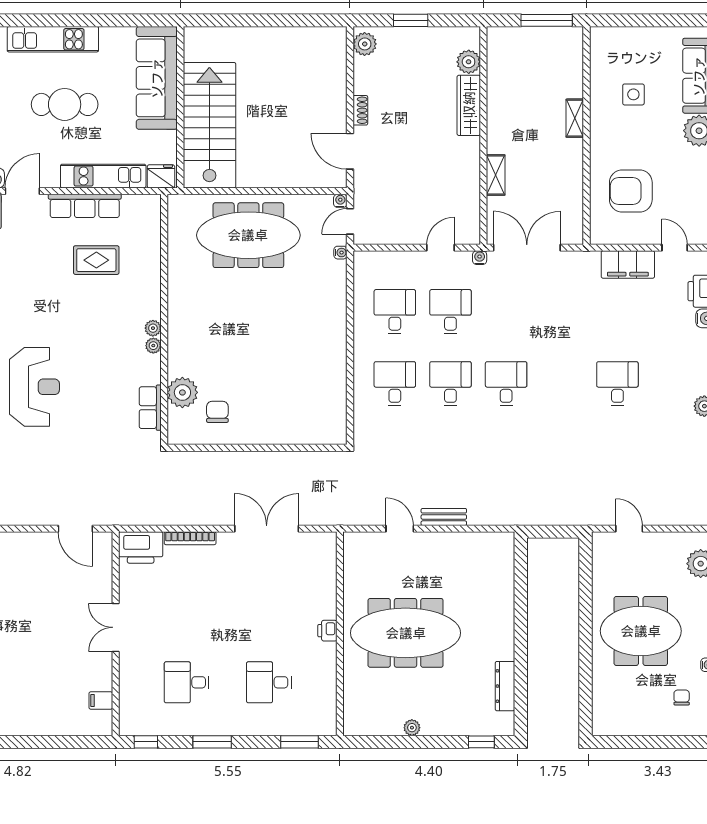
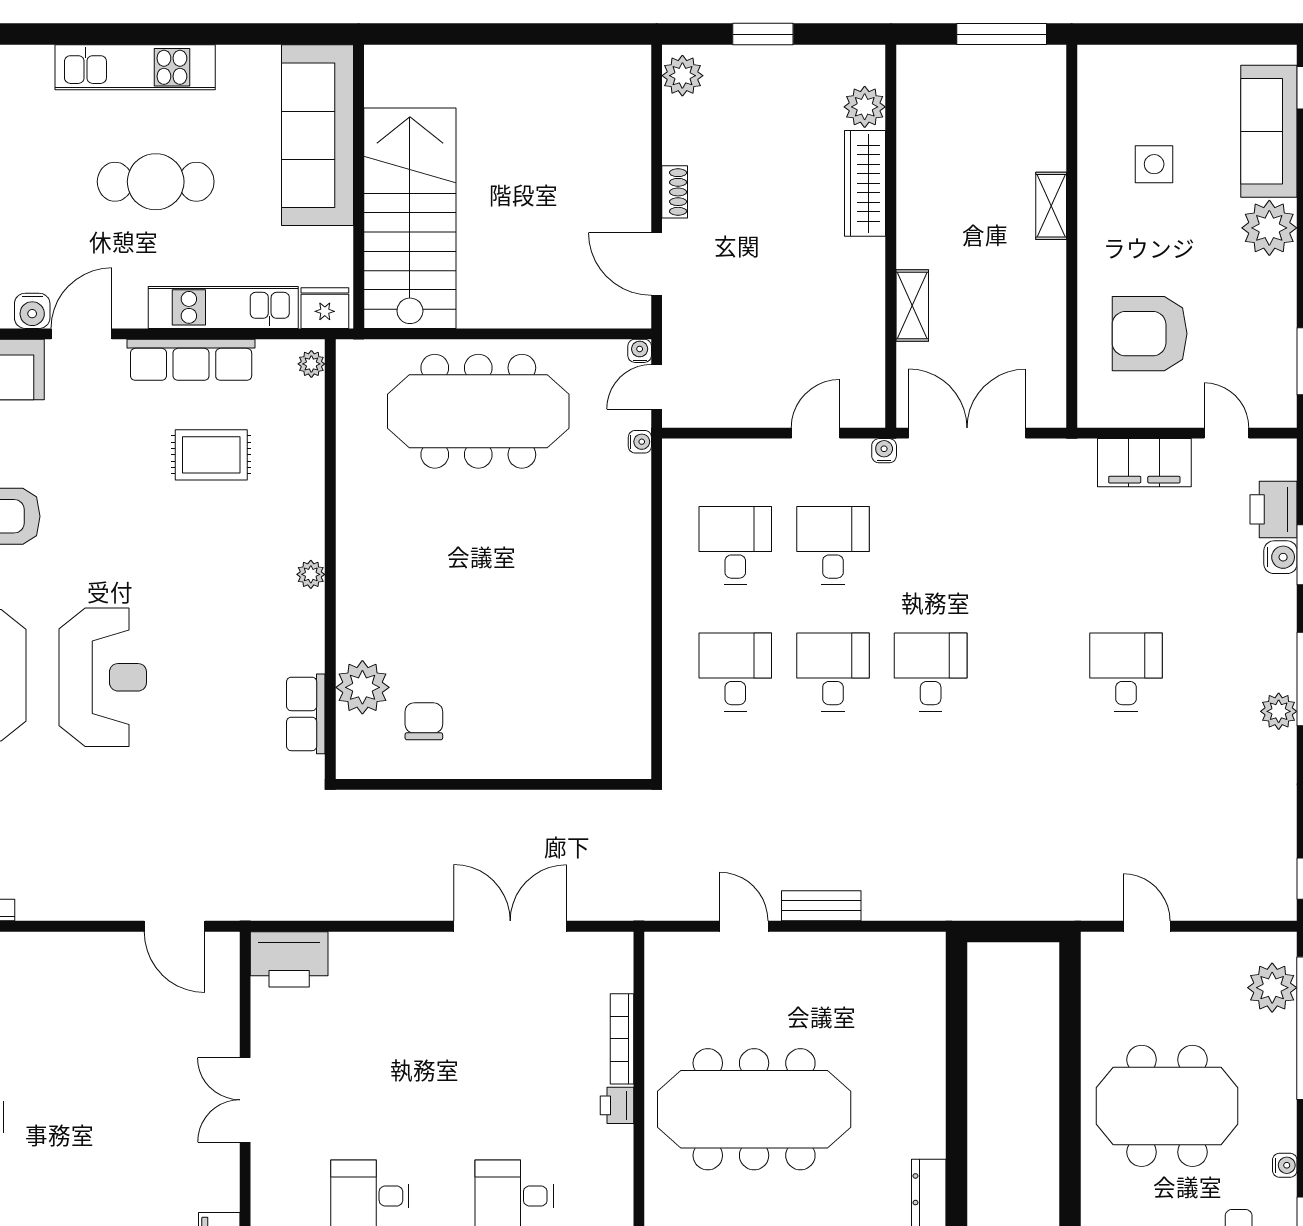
plant: (153, 346) -> (311, 364), moved
bookcase: (190, 538) -> (622, 1039), moved, turned 90

